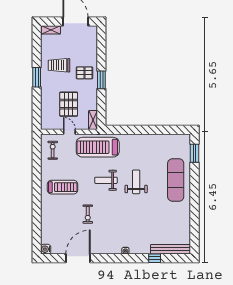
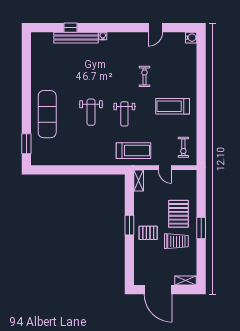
pallet: (69, 104) -> (178, 214), moved
treadmill: (98, 147) -> (134, 151), width x0.73, depth x0.73
weight bench: (106, 180) -> (124, 114), turned 90
bench: (171, 249) -> (76, 38), moved
door: (78, 258) -> (155, 28), width x0.53

